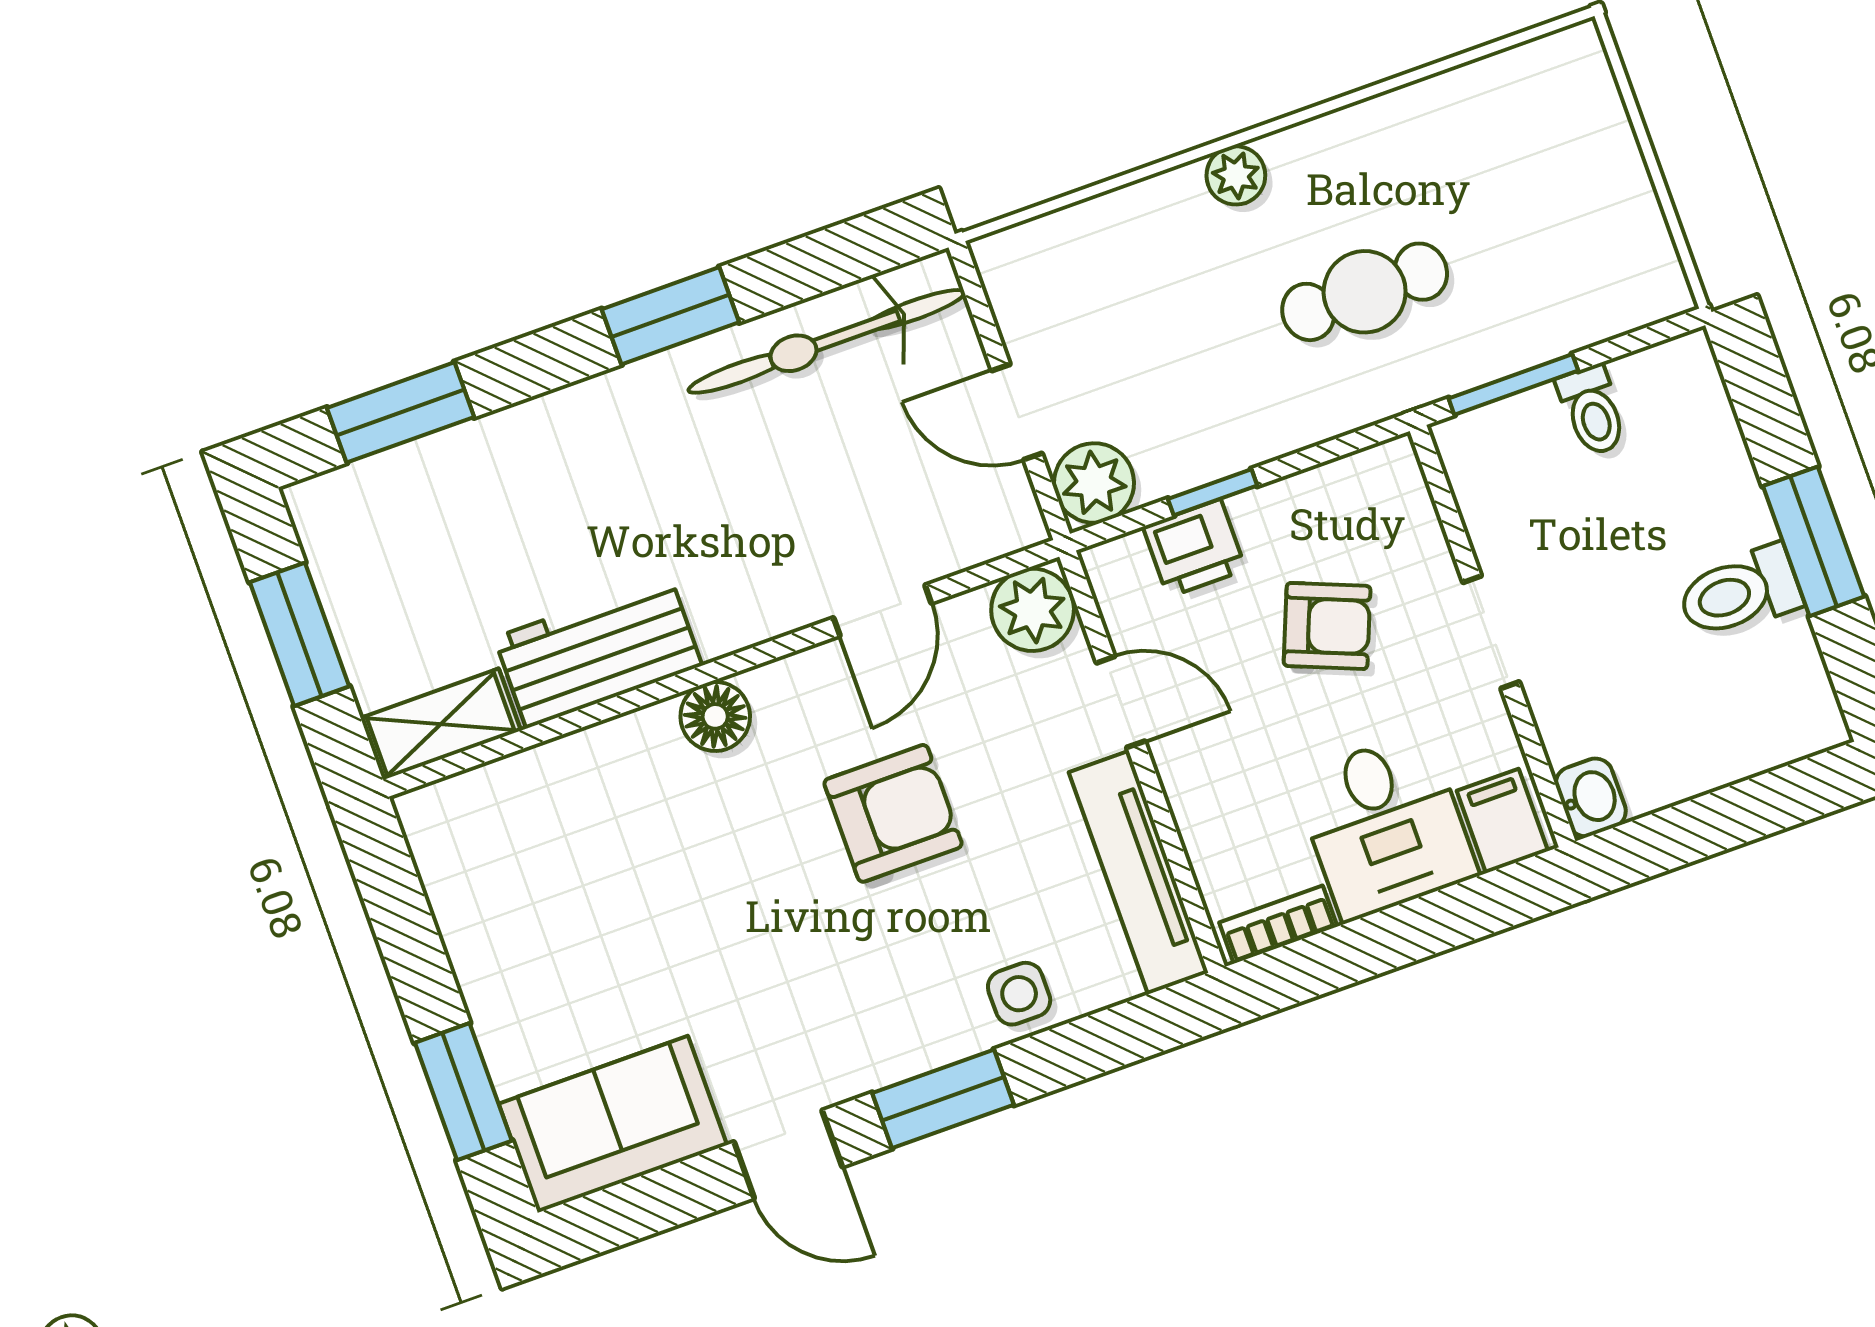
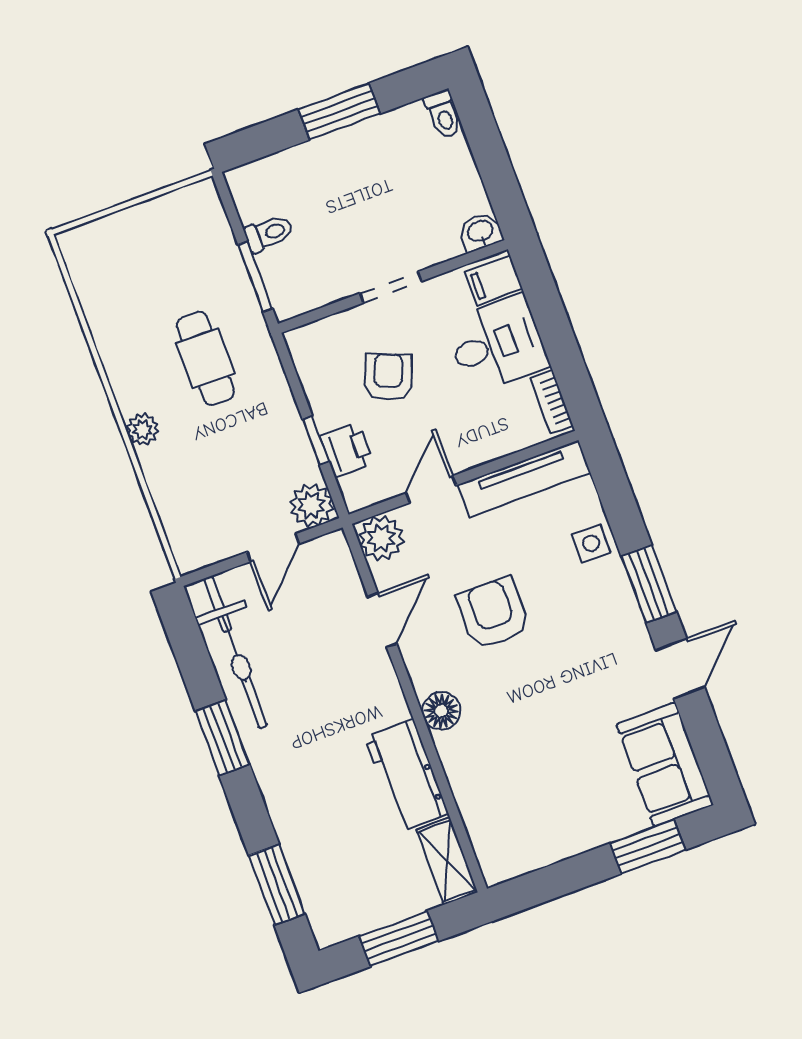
toilet: (1740, 592) -> (443, 114), moved, width x0.73, depth x0.72
door: (882, 610) -> (382, 620), hinge flipped

